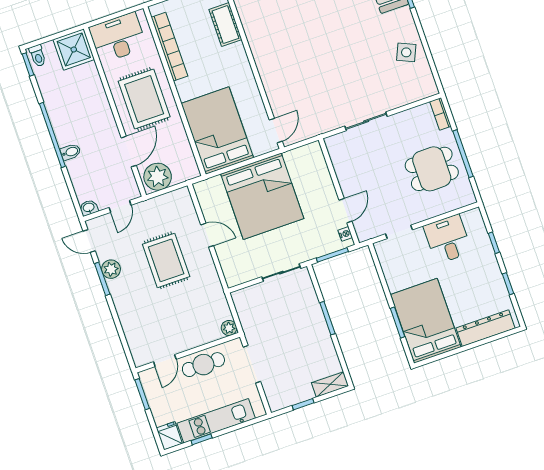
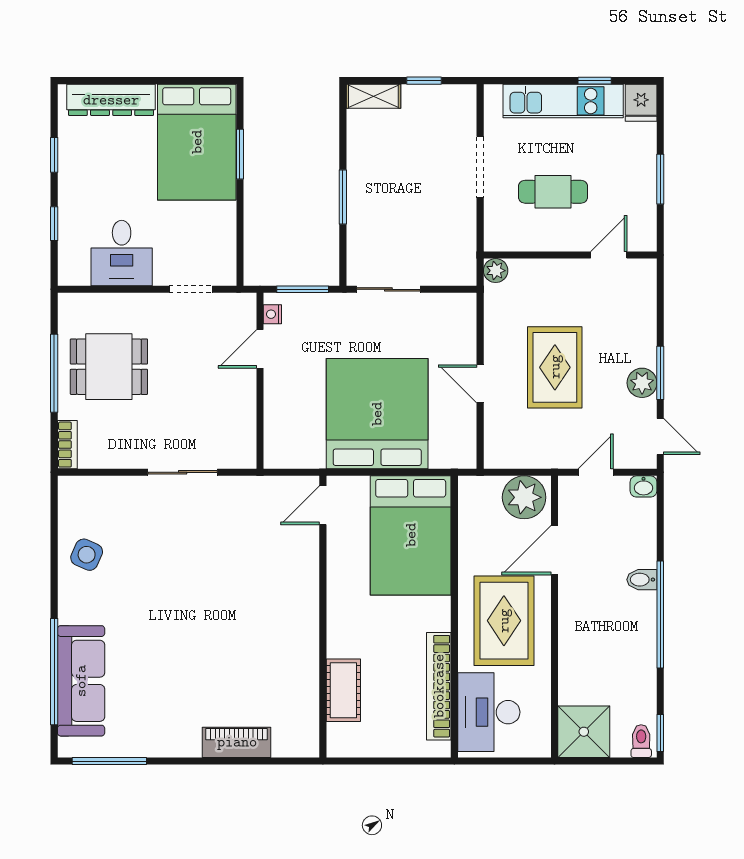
desk: (118, 38) -> (489, 712), moved, turned 90
plant: (229, 328) -> (496, 271), moved
wall: (188, 353) -> (570, 255), moved
door: (165, 361) -> (609, 255), moved

